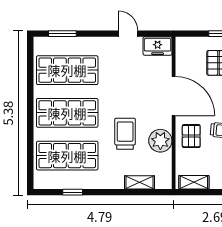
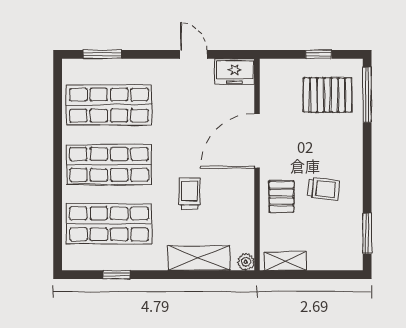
door: (174, 96) -> (257, 141), swing flipped
trolley: (125, 134) -> (189, 194), width x0.73, depth x0.72
plant: (160, 141) -> (246, 262), moved, width x0.53, depth x0.53
shelving: (140, 182) -> (199, 258), width x1.50, depth x1.33

